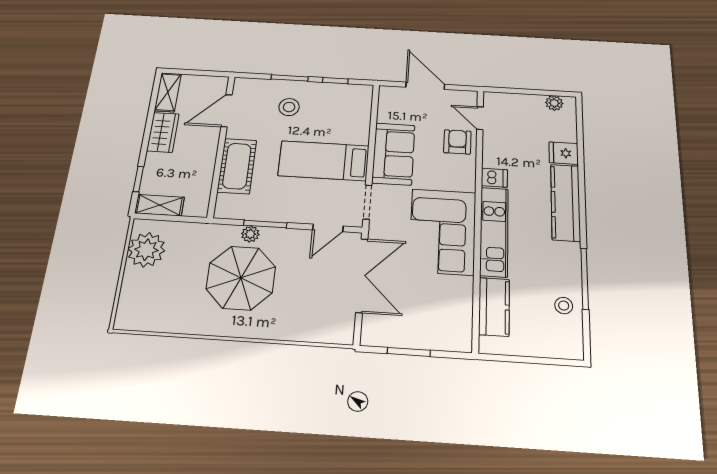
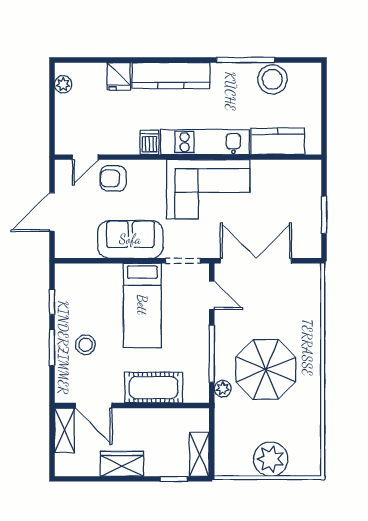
shelving: (168, 92) -> (64, 430), moved, turned 90
window: (265, 224) -> (212, 354), width x1.44
plant: (250, 234) -> (223, 389), moved
plant: (146, 250) -> (271, 459), moved
stool: (564, 306) -> (272, 79), width x1.89, depth x1.89

